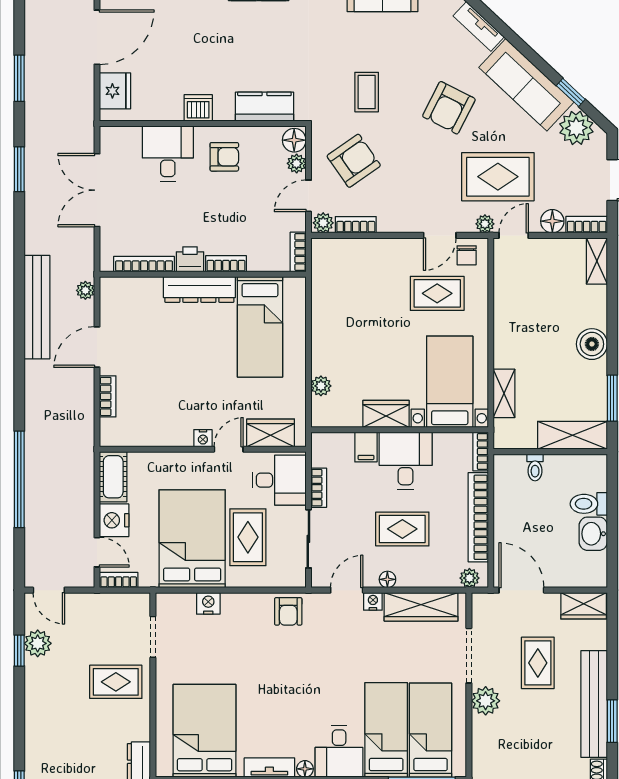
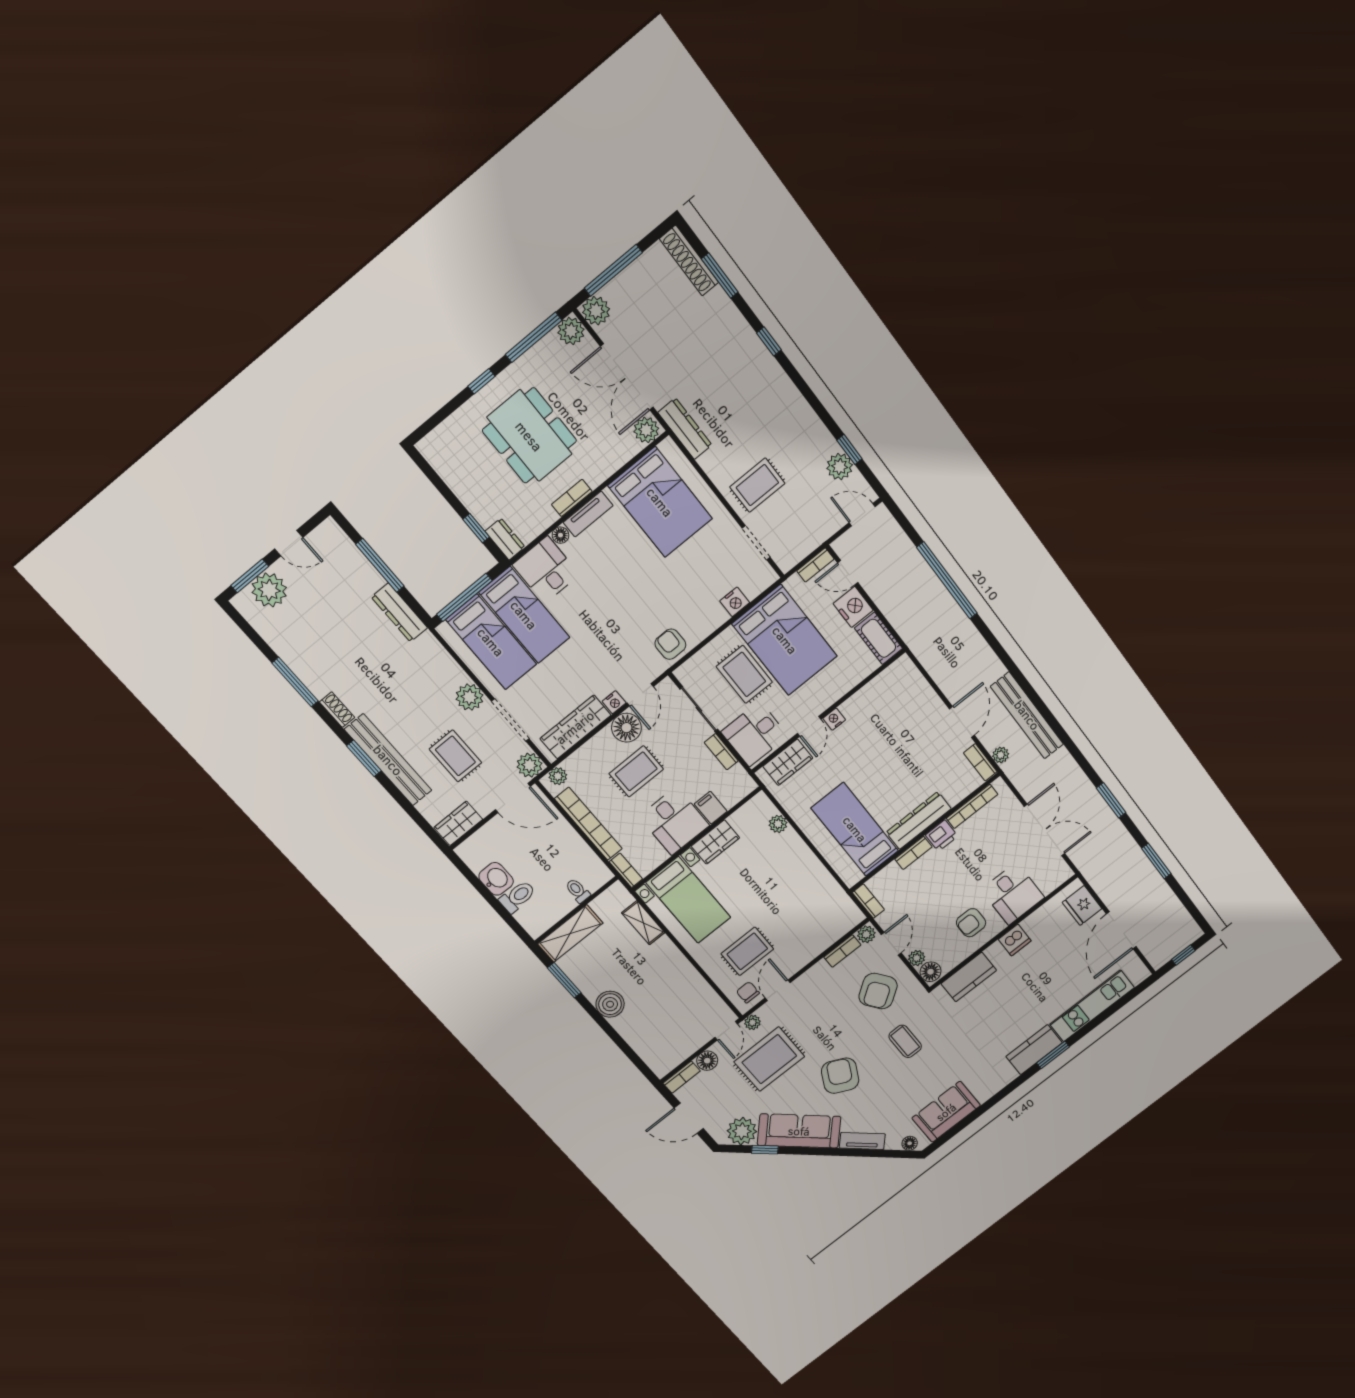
shelving: (597, 261) -> (654, 1060), removed
bookcase: (108, 396) -> (980, 762), moved
floor lamp: (387, 579) -> (626, 728), width x1.89, depth x1.89
plant: (485, 606) -> (530, 765), added

